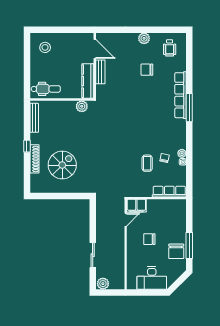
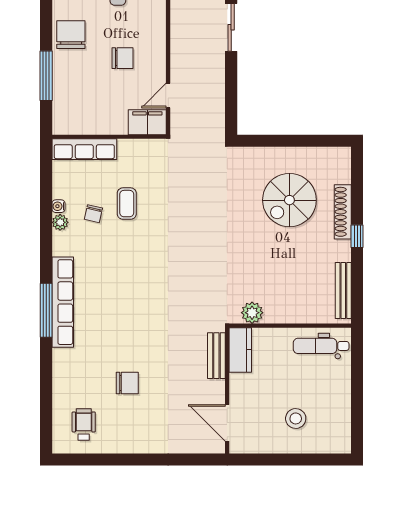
plant: (144, 38) -> (133, 443), removed
stool: (45, 47) -> (296, 418), moved
bench: (100, 72) -> (216, 356), moved
kitchen counter: (88, 81) -> (240, 350), width x0.67
row of seats: (181, 95) -> (63, 302), moved
window: (189, 246) -> (46, 76), moved

